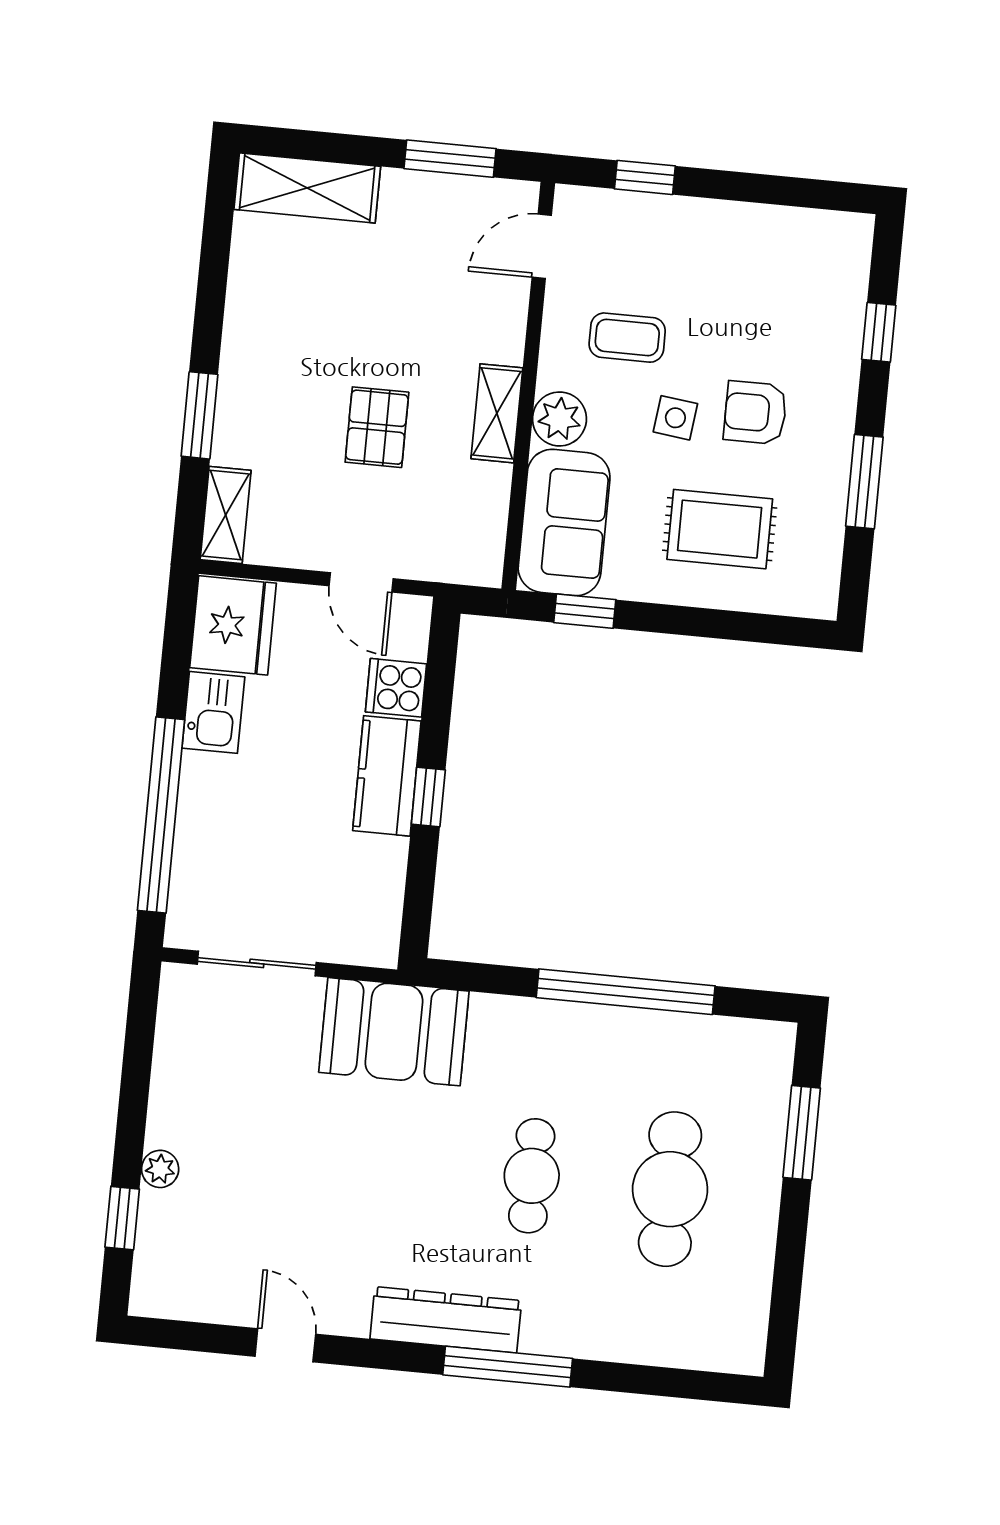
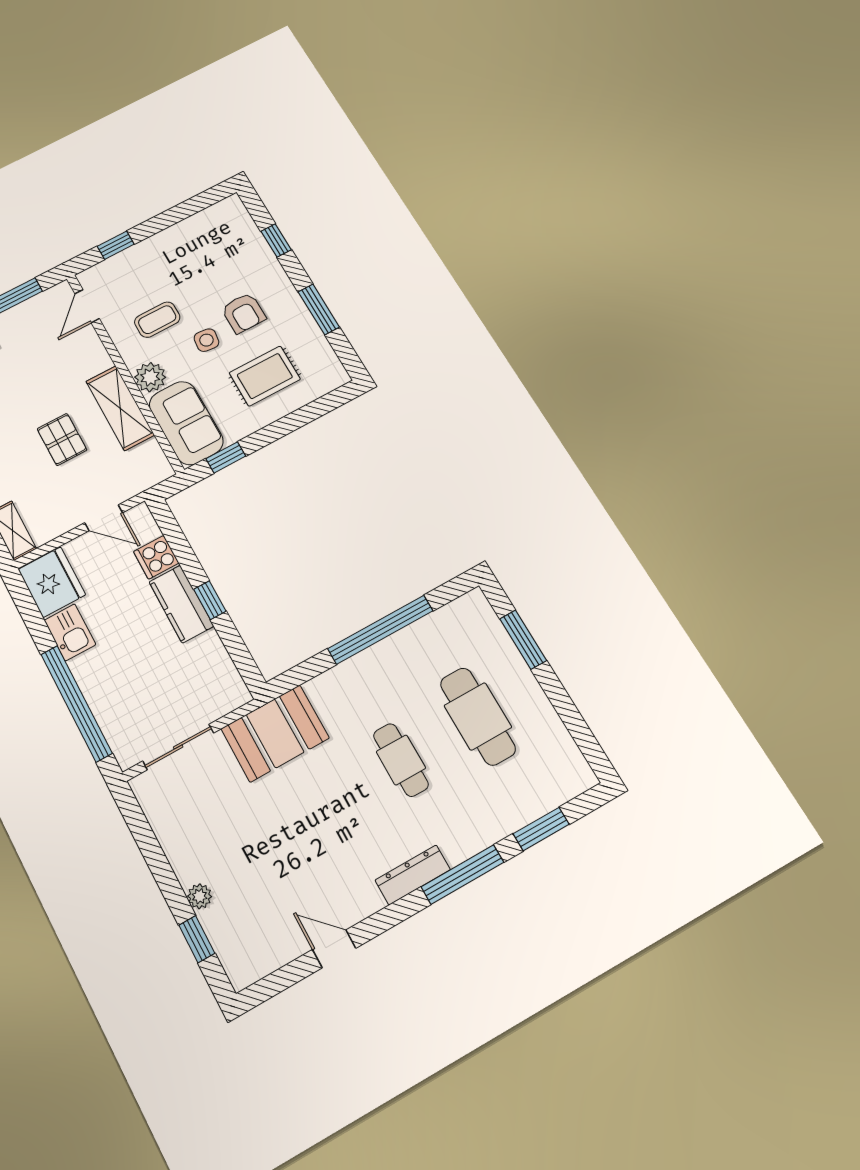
shelving: (497, 413) -> (120, 408), width x1.50, depth x1.33
armchair: (755, 413) -> (243, 313), turned -90
dresser: (446, 1320) -> (413, 875), width x0.73, depth x0.80
window: (646, 1380) -> (541, 829), added

